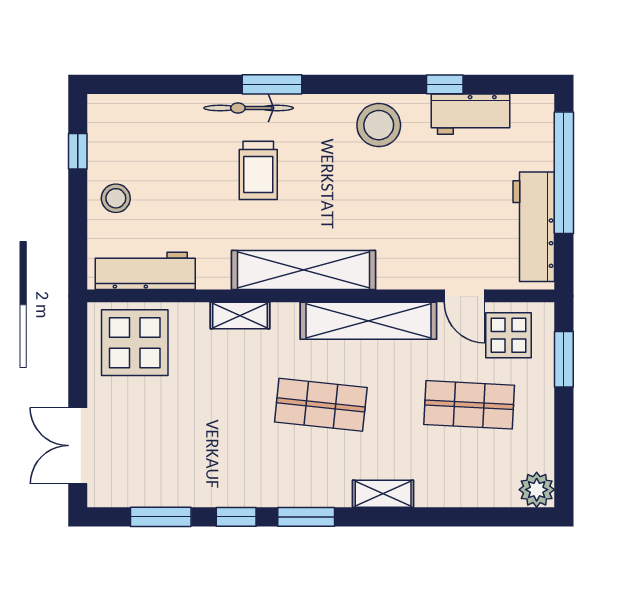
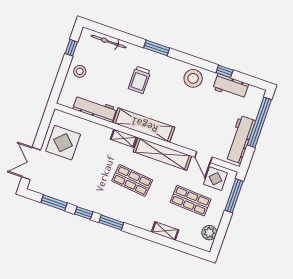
bicycle: (249, 108) -> (109, 42), moved
workbench: (145, 271) -> (95, 109), moved
shelving: (240, 316) -> (124, 138), moved
display table: (135, 343) -> (63, 143), moved
window: (564, 359) -> (234, 196), width x1.44
plant: (537, 490) -> (209, 233), moved
shelving: (383, 494) -> (165, 231), moved

